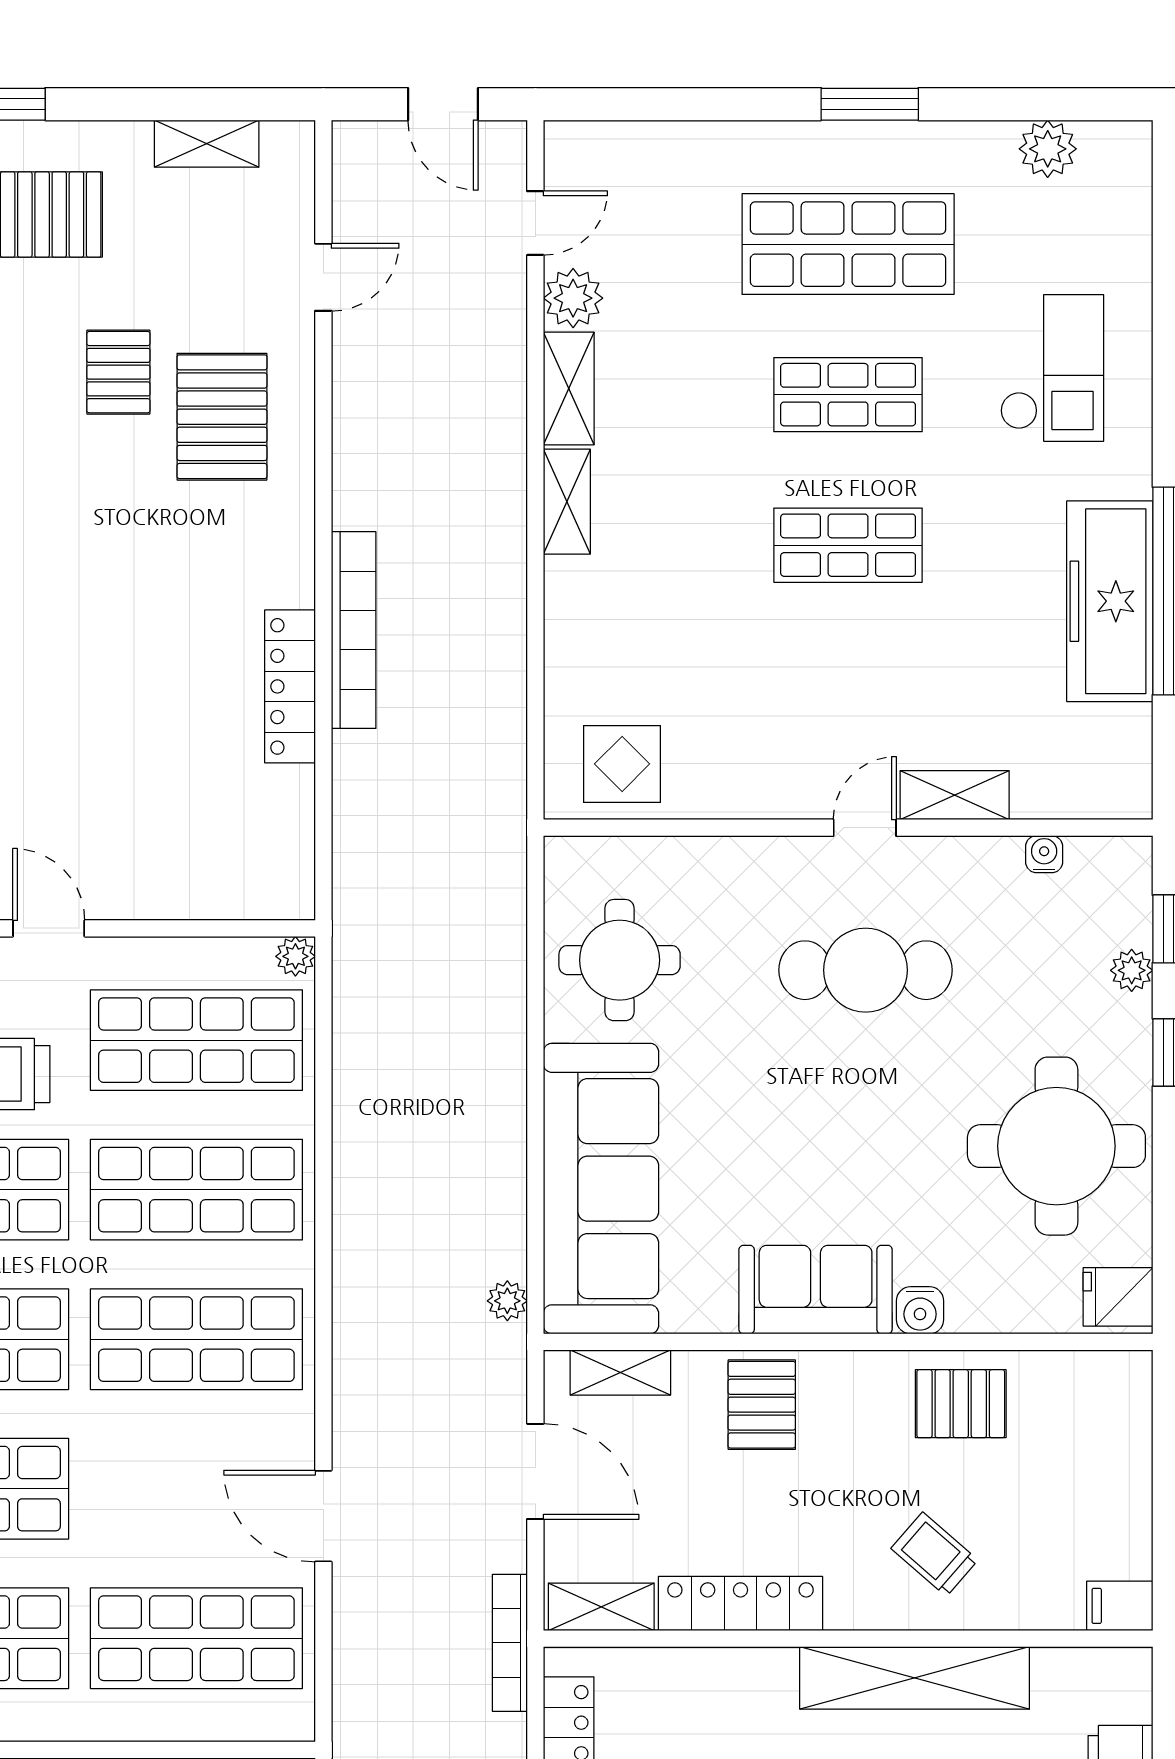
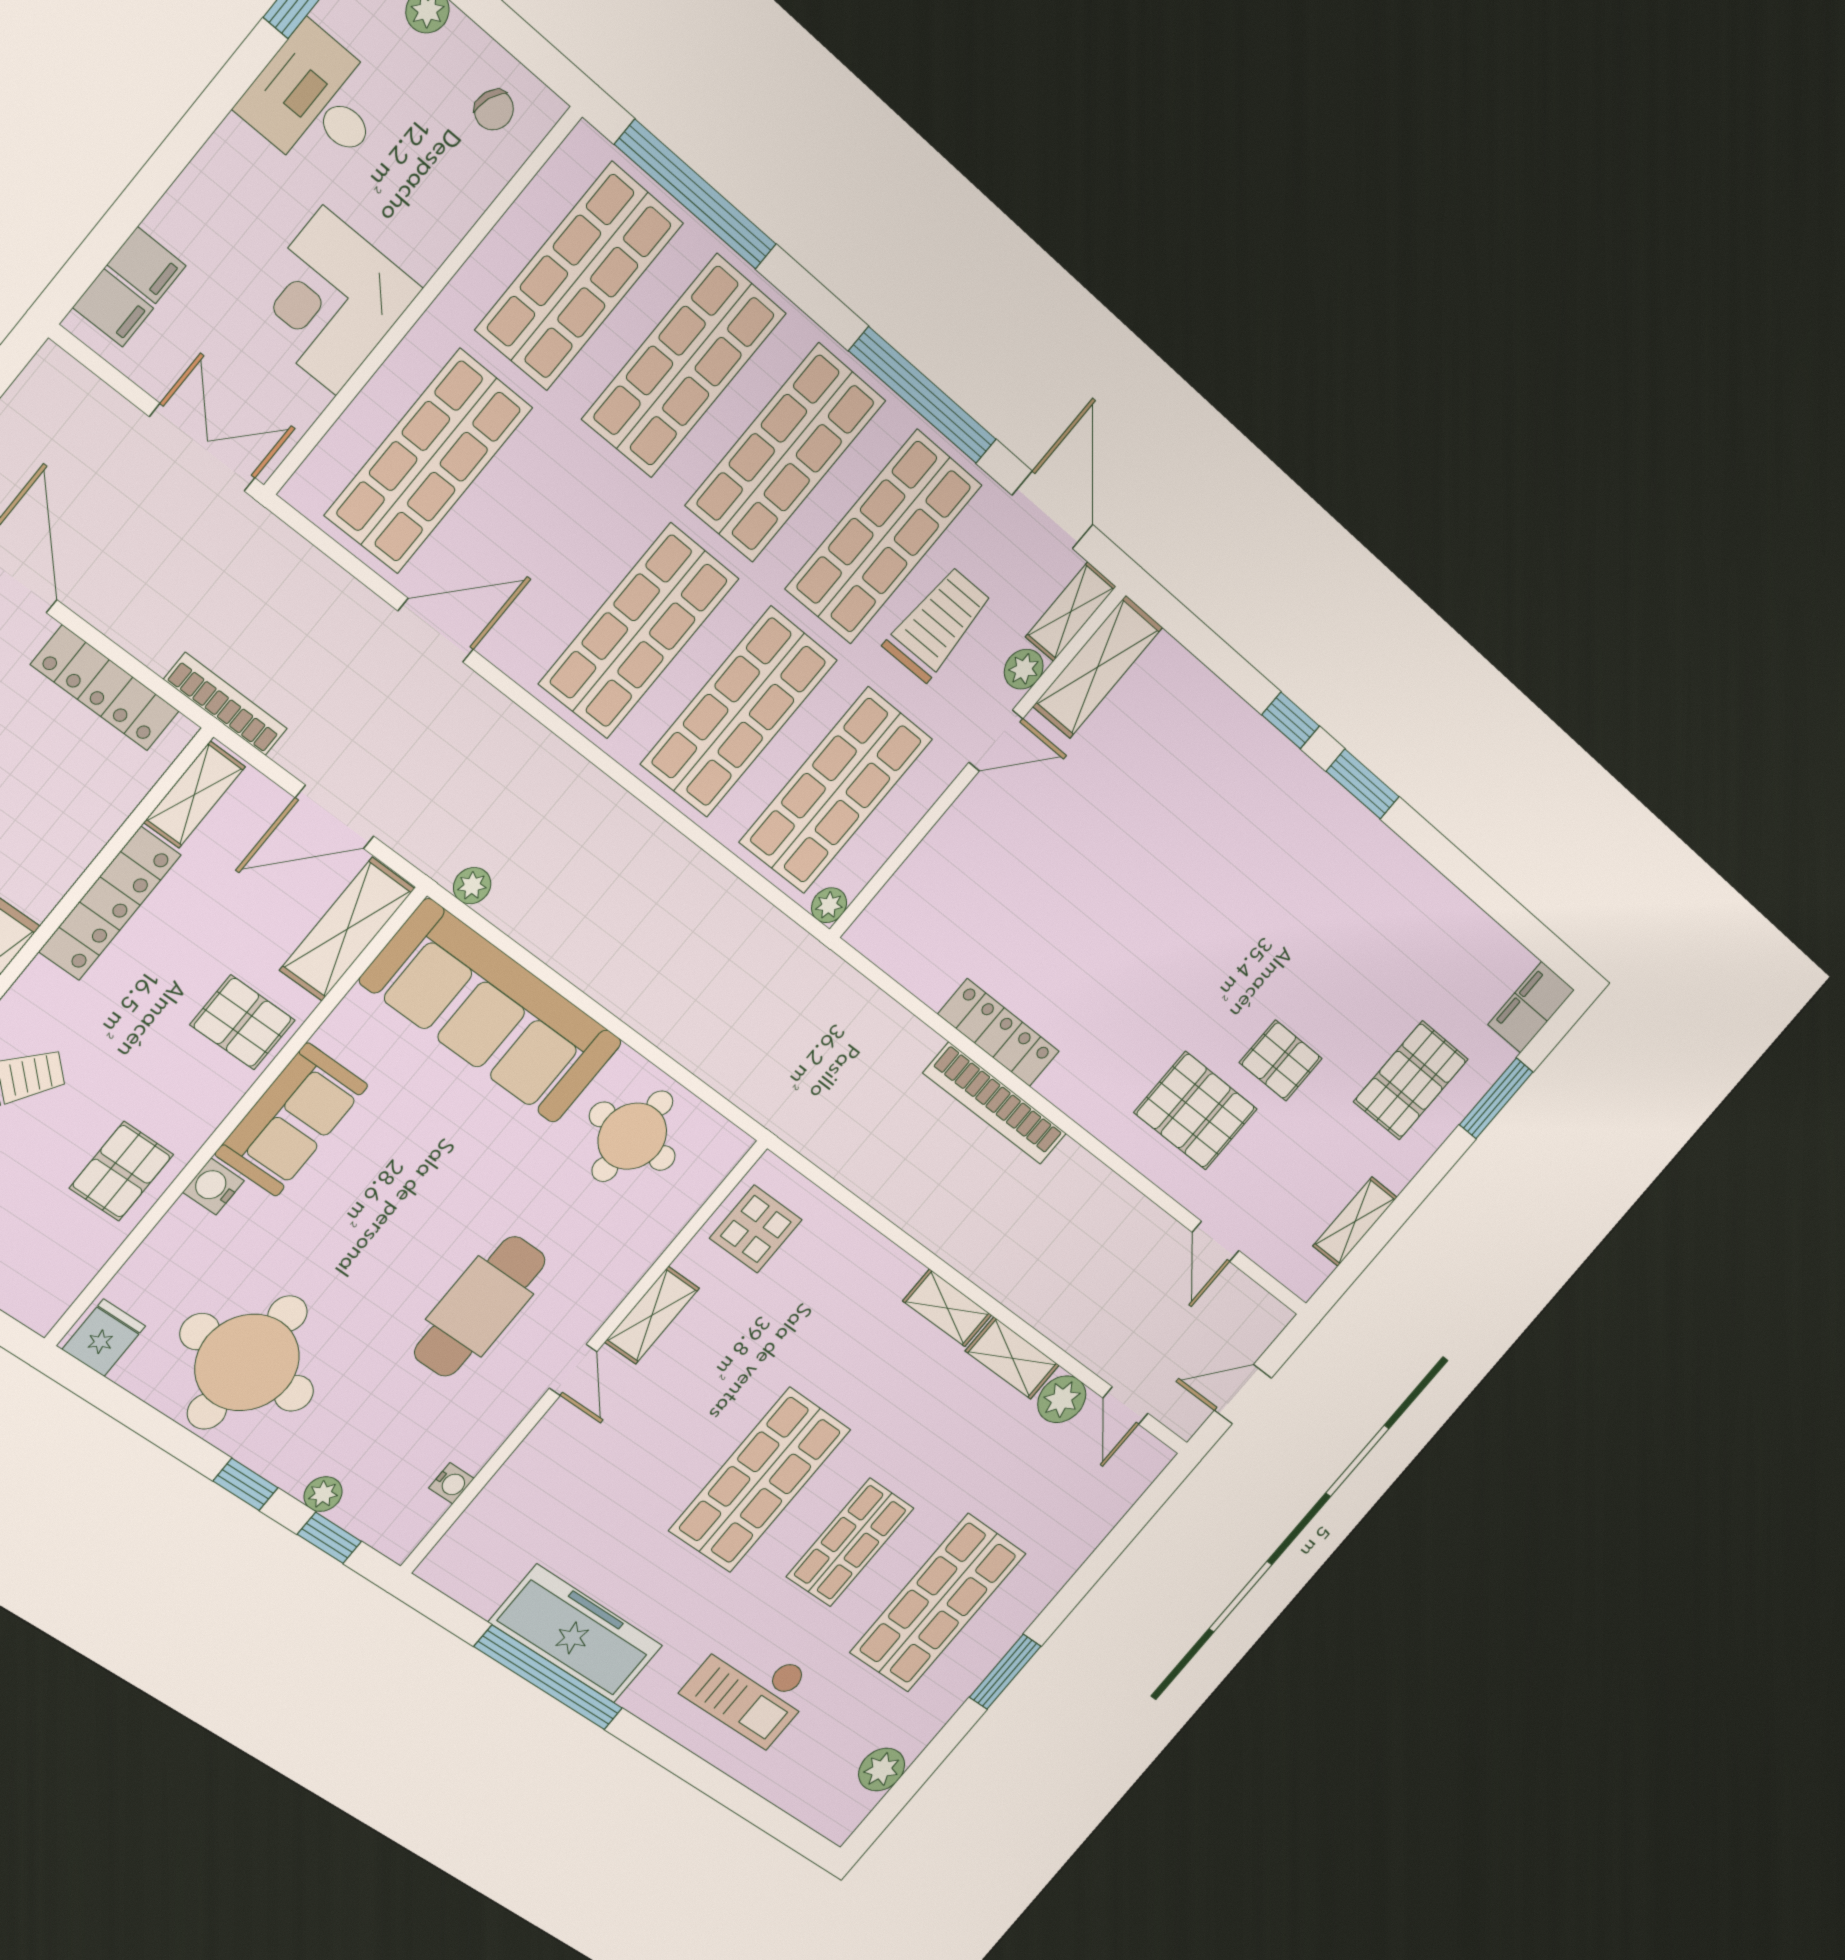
shop shelf: (848, 545) -> (760, 1480), width x1.43, depth x1.36
shelving: (955, 795) -> (652, 1315), moved
shelving: (620, 1372) -> (347, 929), width x1.50, depth x1.33

